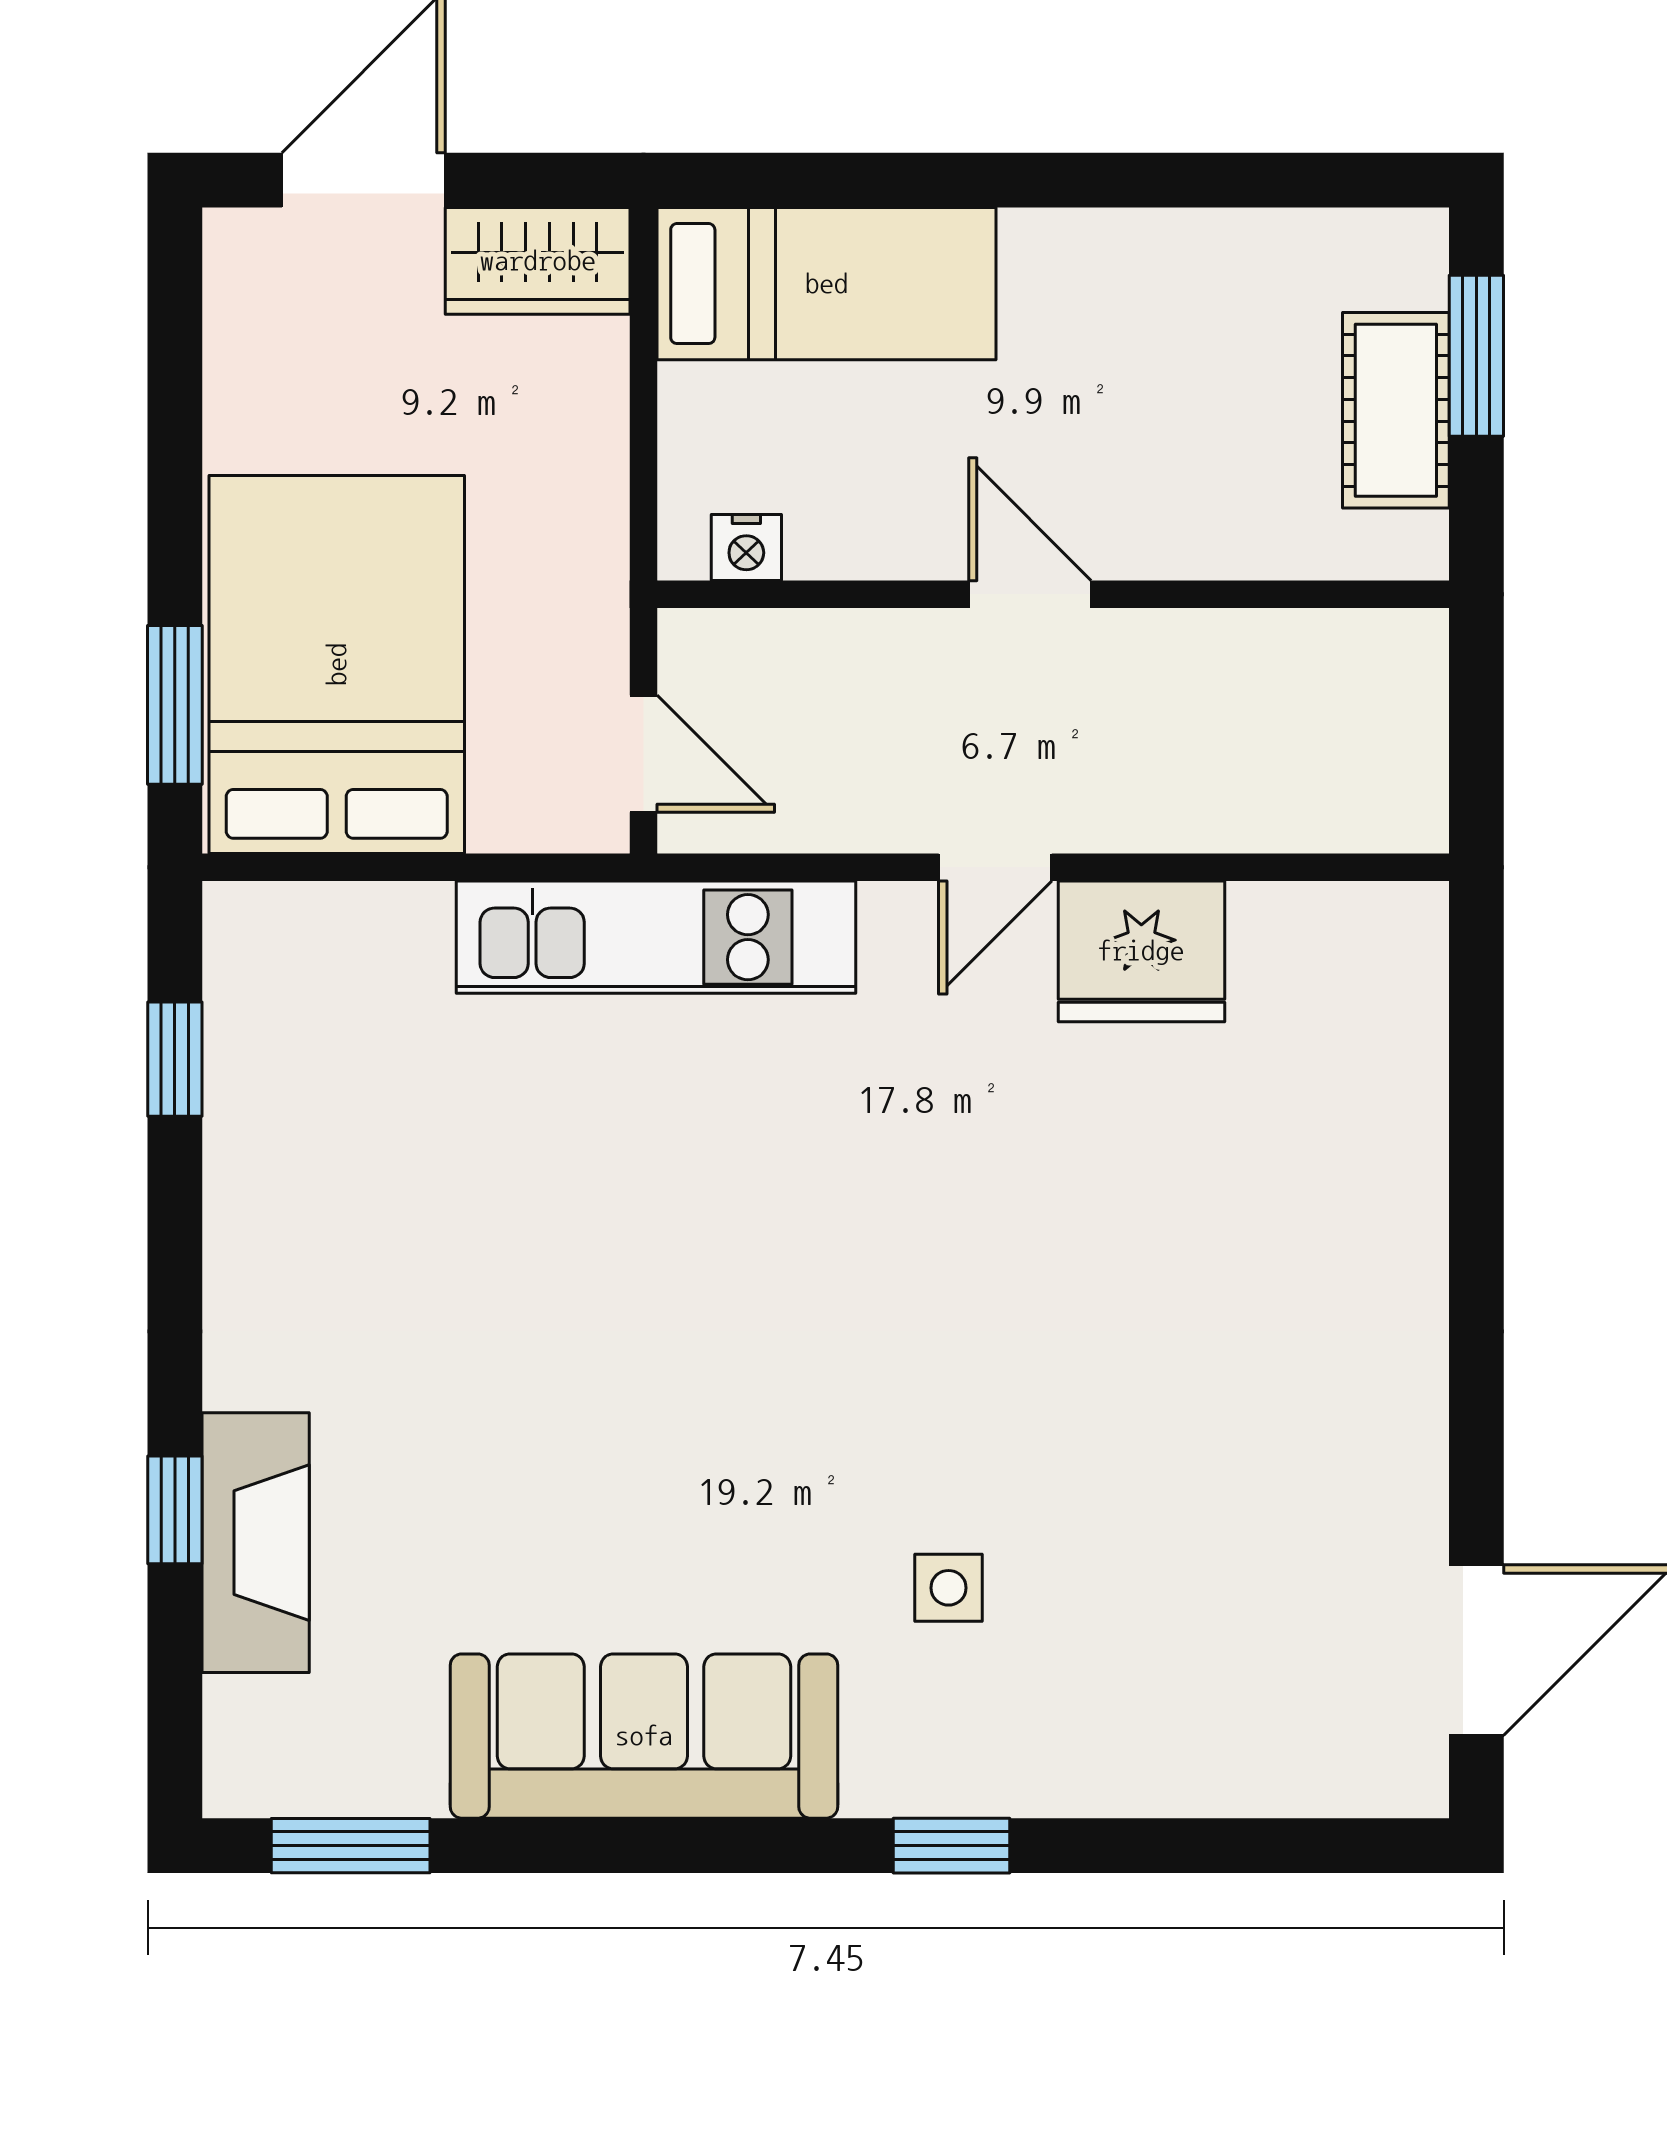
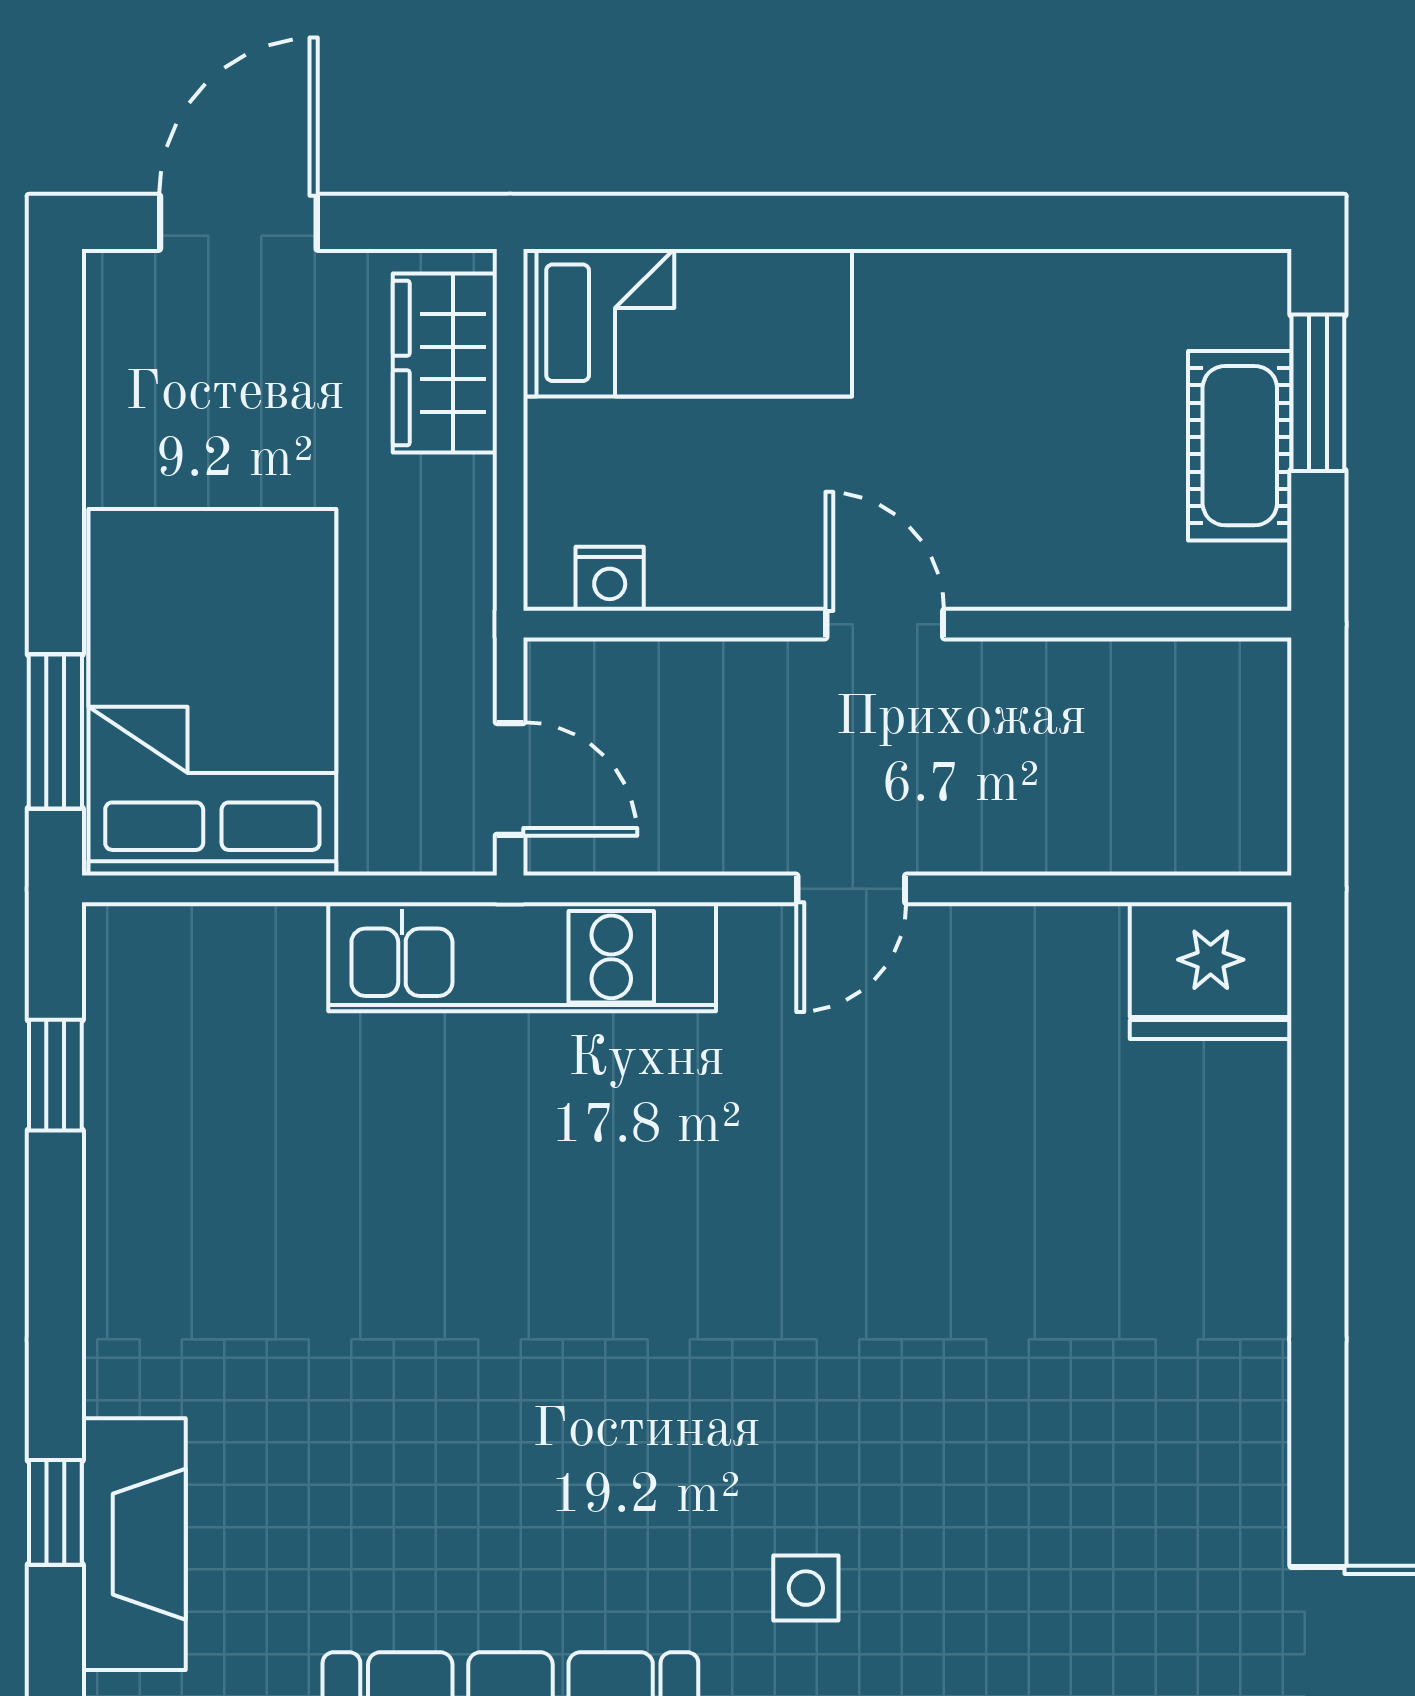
wardrobe: (538, 261) -> (445, 363), moved, turned 90
fridge: (1141, 951) -> (1211, 971), moved

